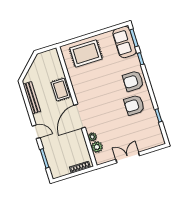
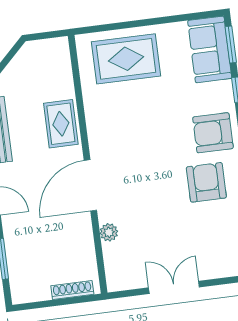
armchair: (134, 105) -> (206, 182), turned 90
plant: (97, 147) -> (115, 255), removed

